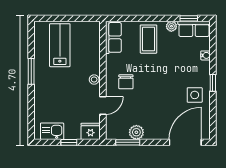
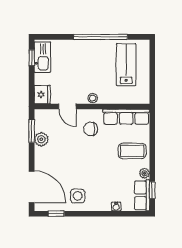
row of seats: (113, 37) -> (126, 117), width x1.48
lab bench: (60, 45) -> (126, 65), turned -90
window: (31, 71) -> (101, 37), width x2.11
window: (213, 83) -> (56, 214), moved
kitchen sink: (52, 131) -> (42, 57), width x1.38
window: (69, 142) -> (32, 58), moved

